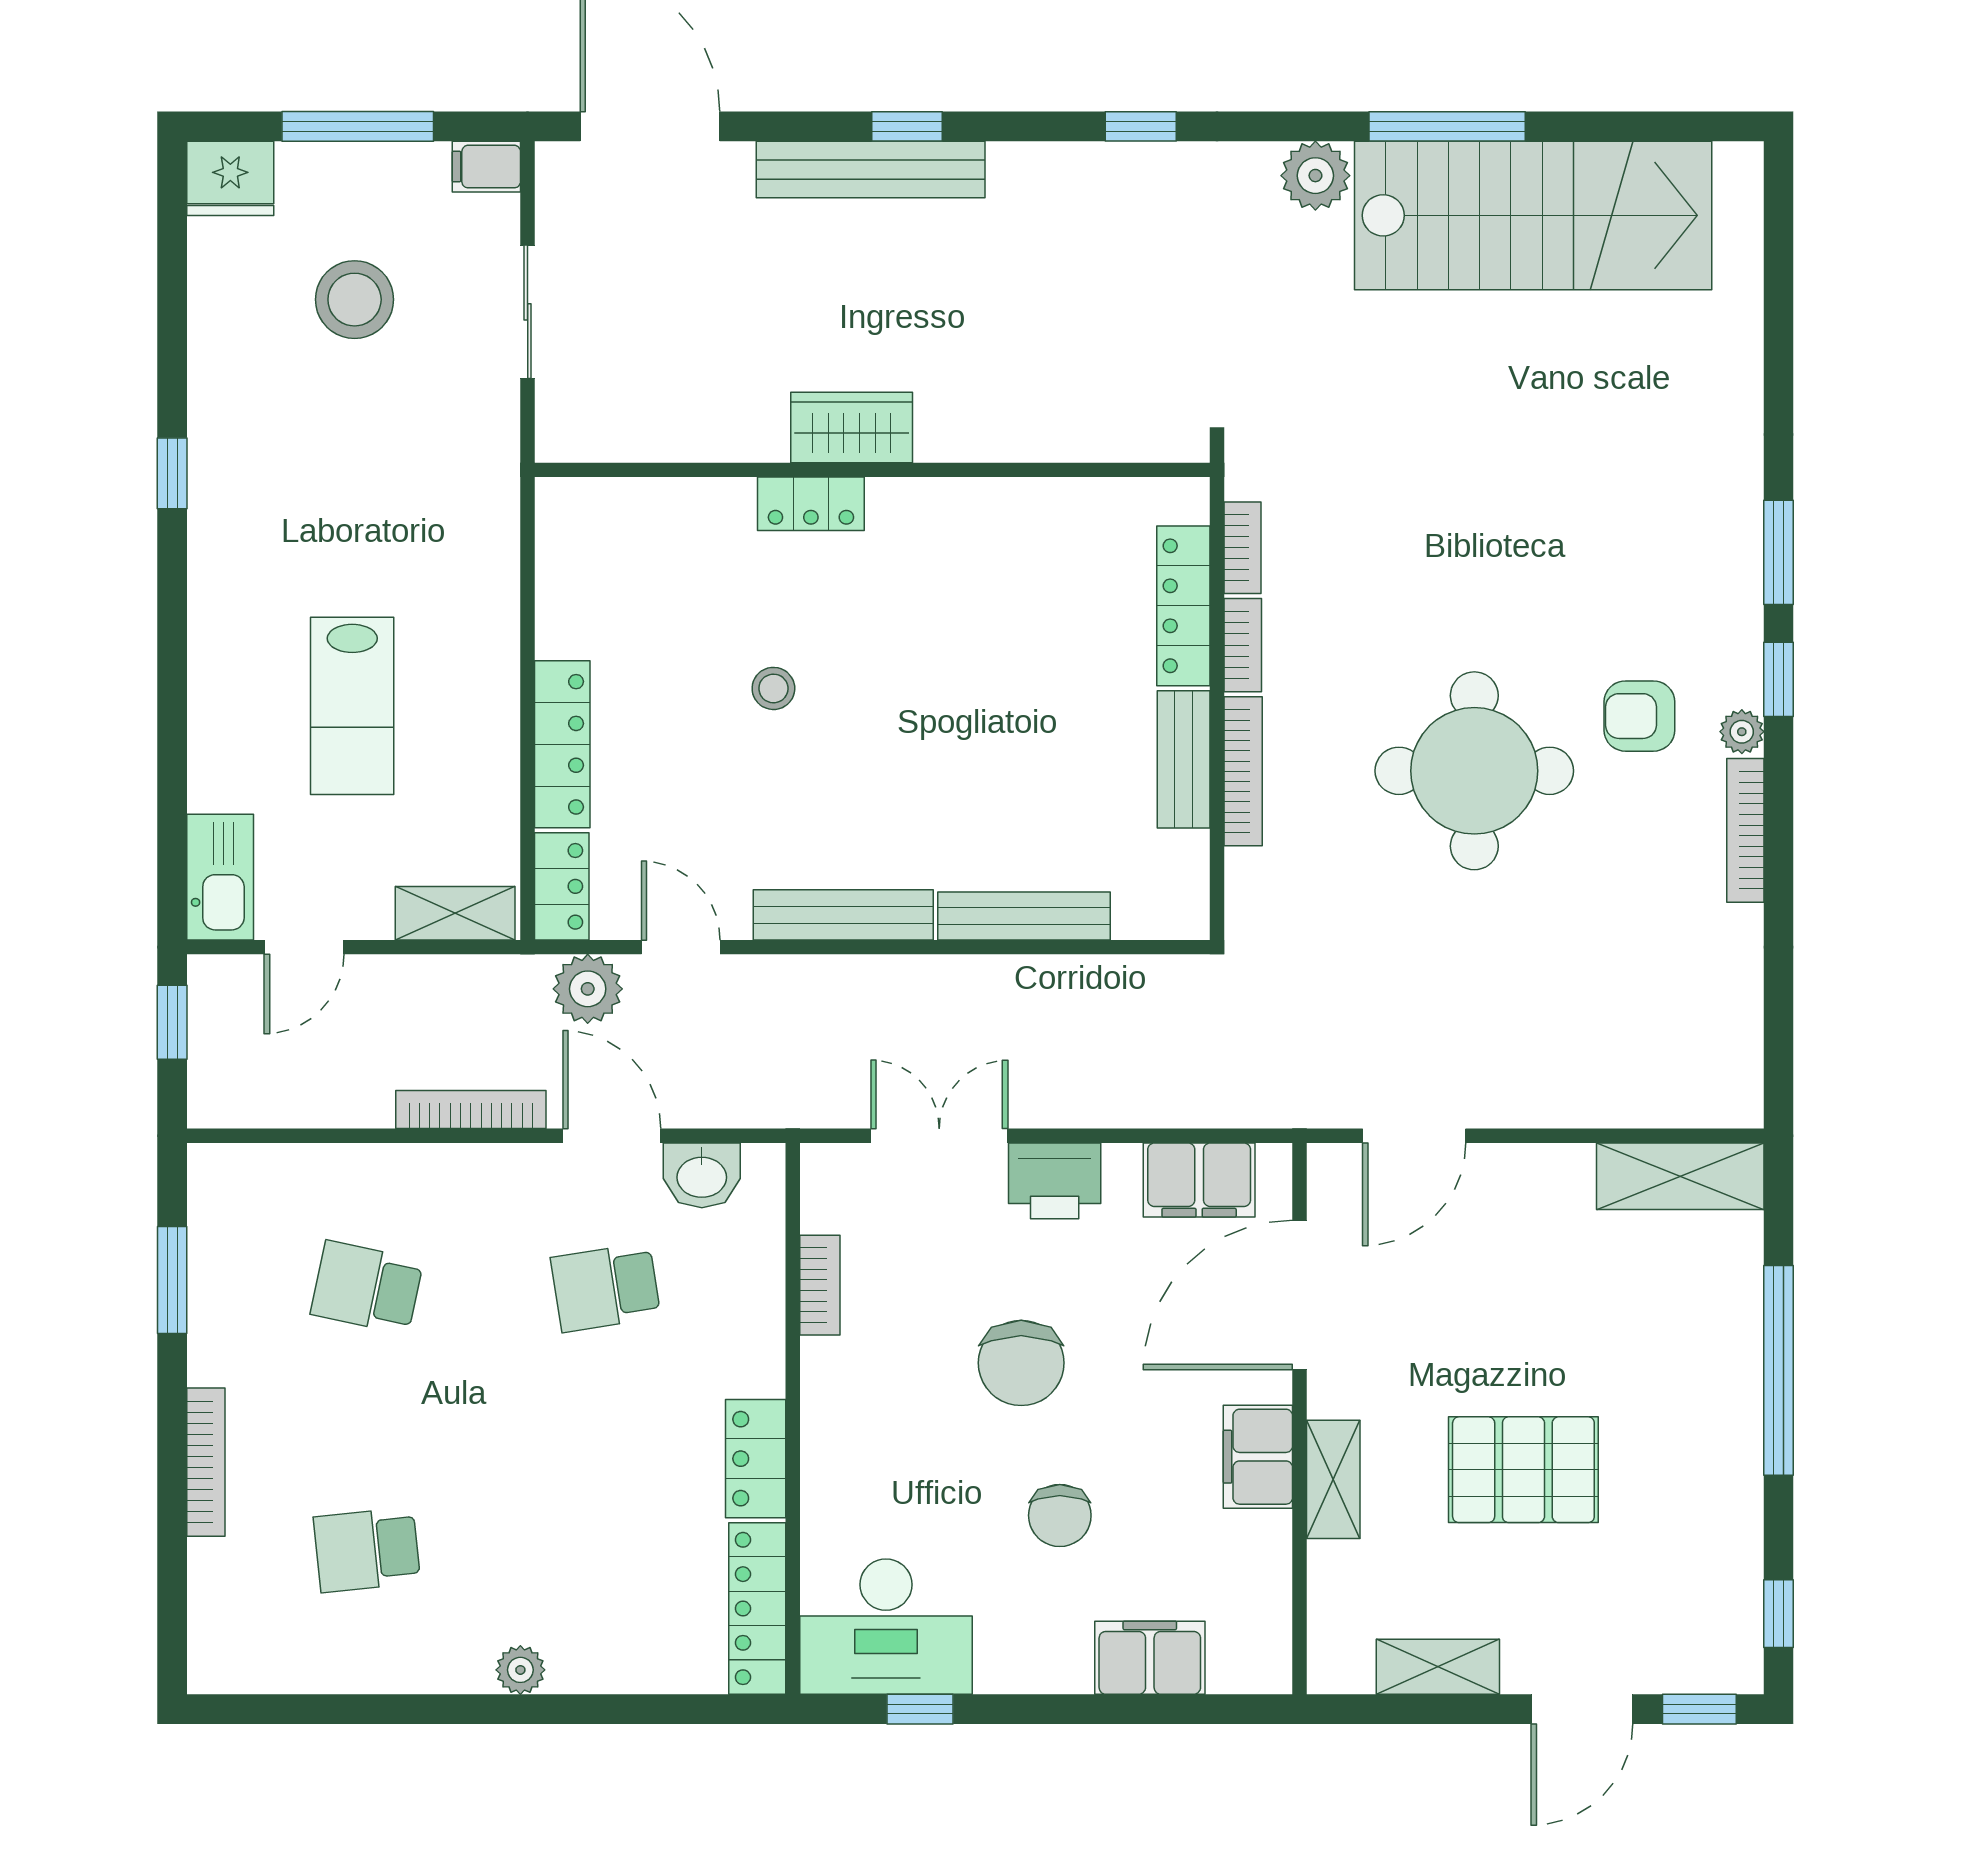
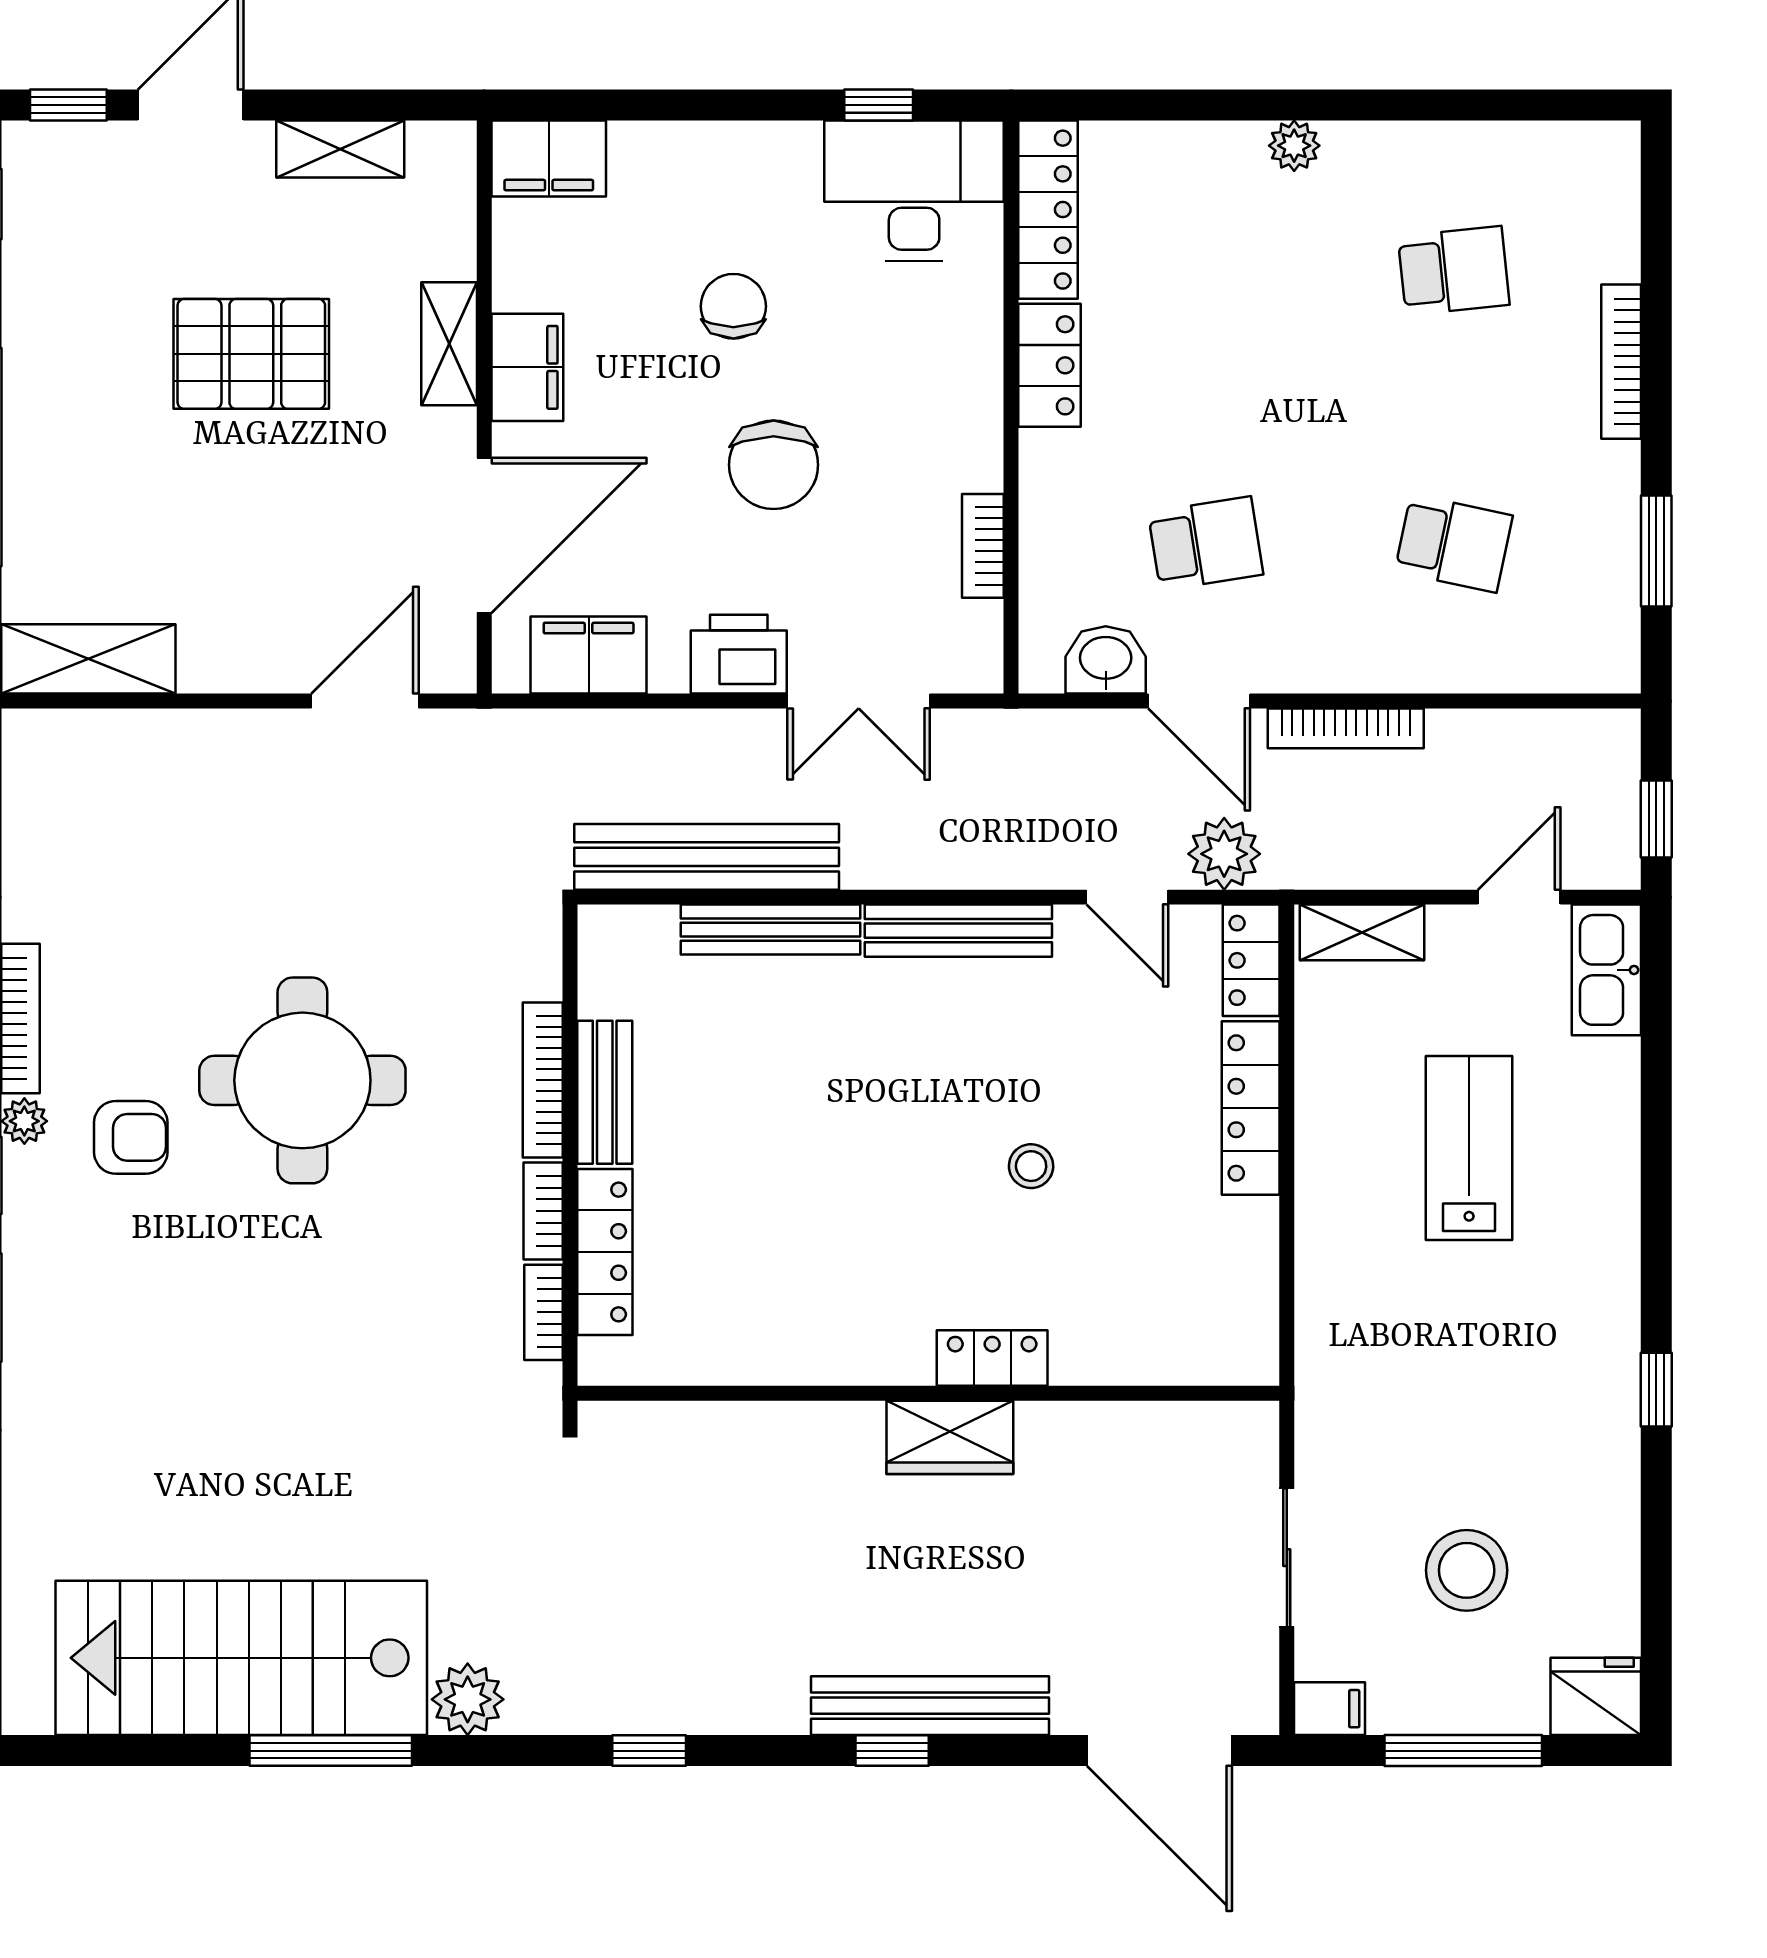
bench: (1086, 986) -> (707, 857), added
chair: (1021, 1363) -> (774, 465), turned 180
filing cabinet: (1150, 1658) -> (549, 158), moved

